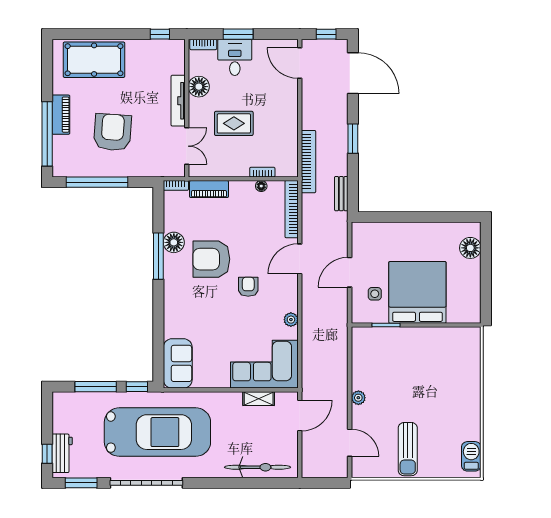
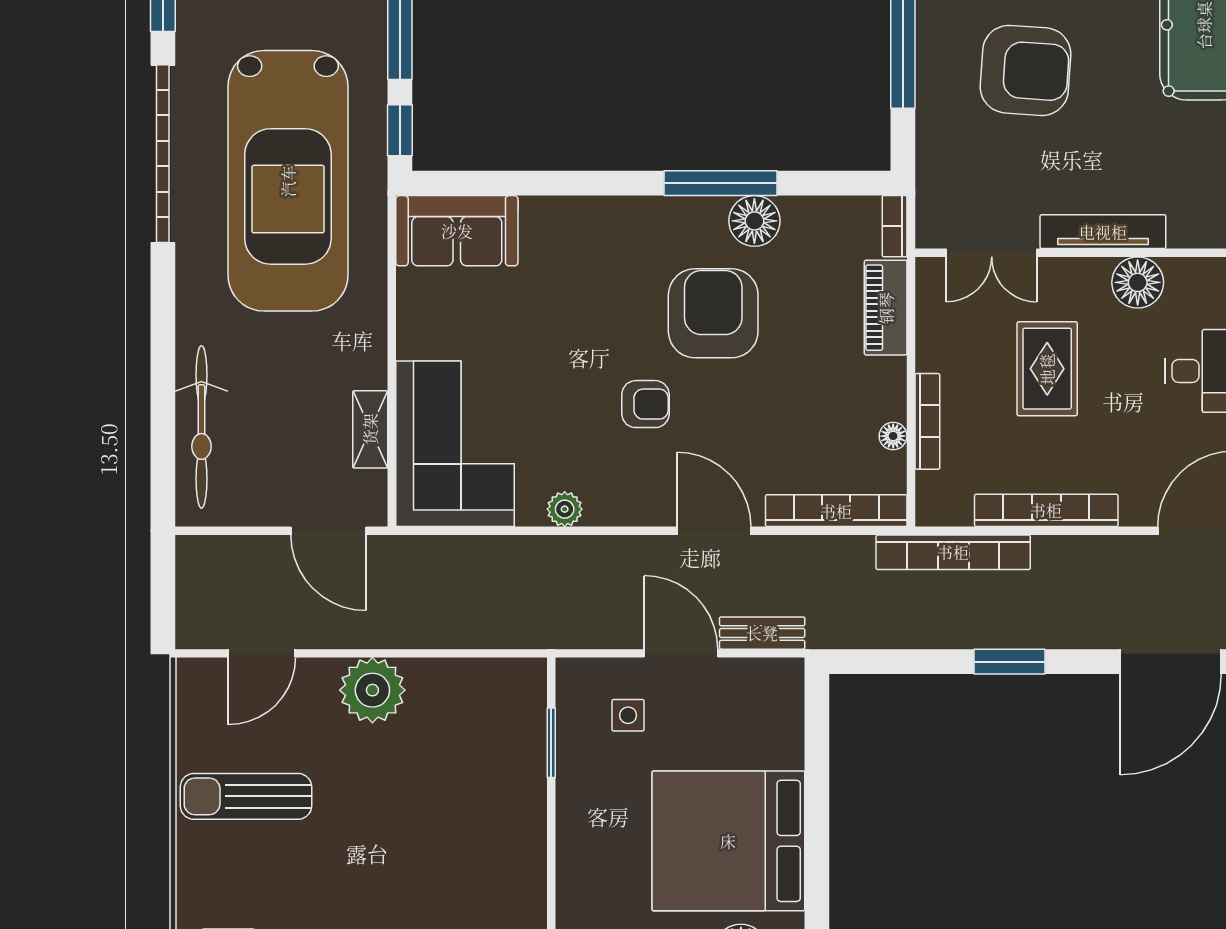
bookcase: (291, 124) -> (1046, 510), added
bookcase: (262, 172) -> (927, 421), width x1.56
bench: (341, 194) -> (762, 633), moved
bed: (417, 292) -> (728, 841), moved, turned 180
plant: (358, 398) -> (372, 690), width x1.88, depth x1.88

